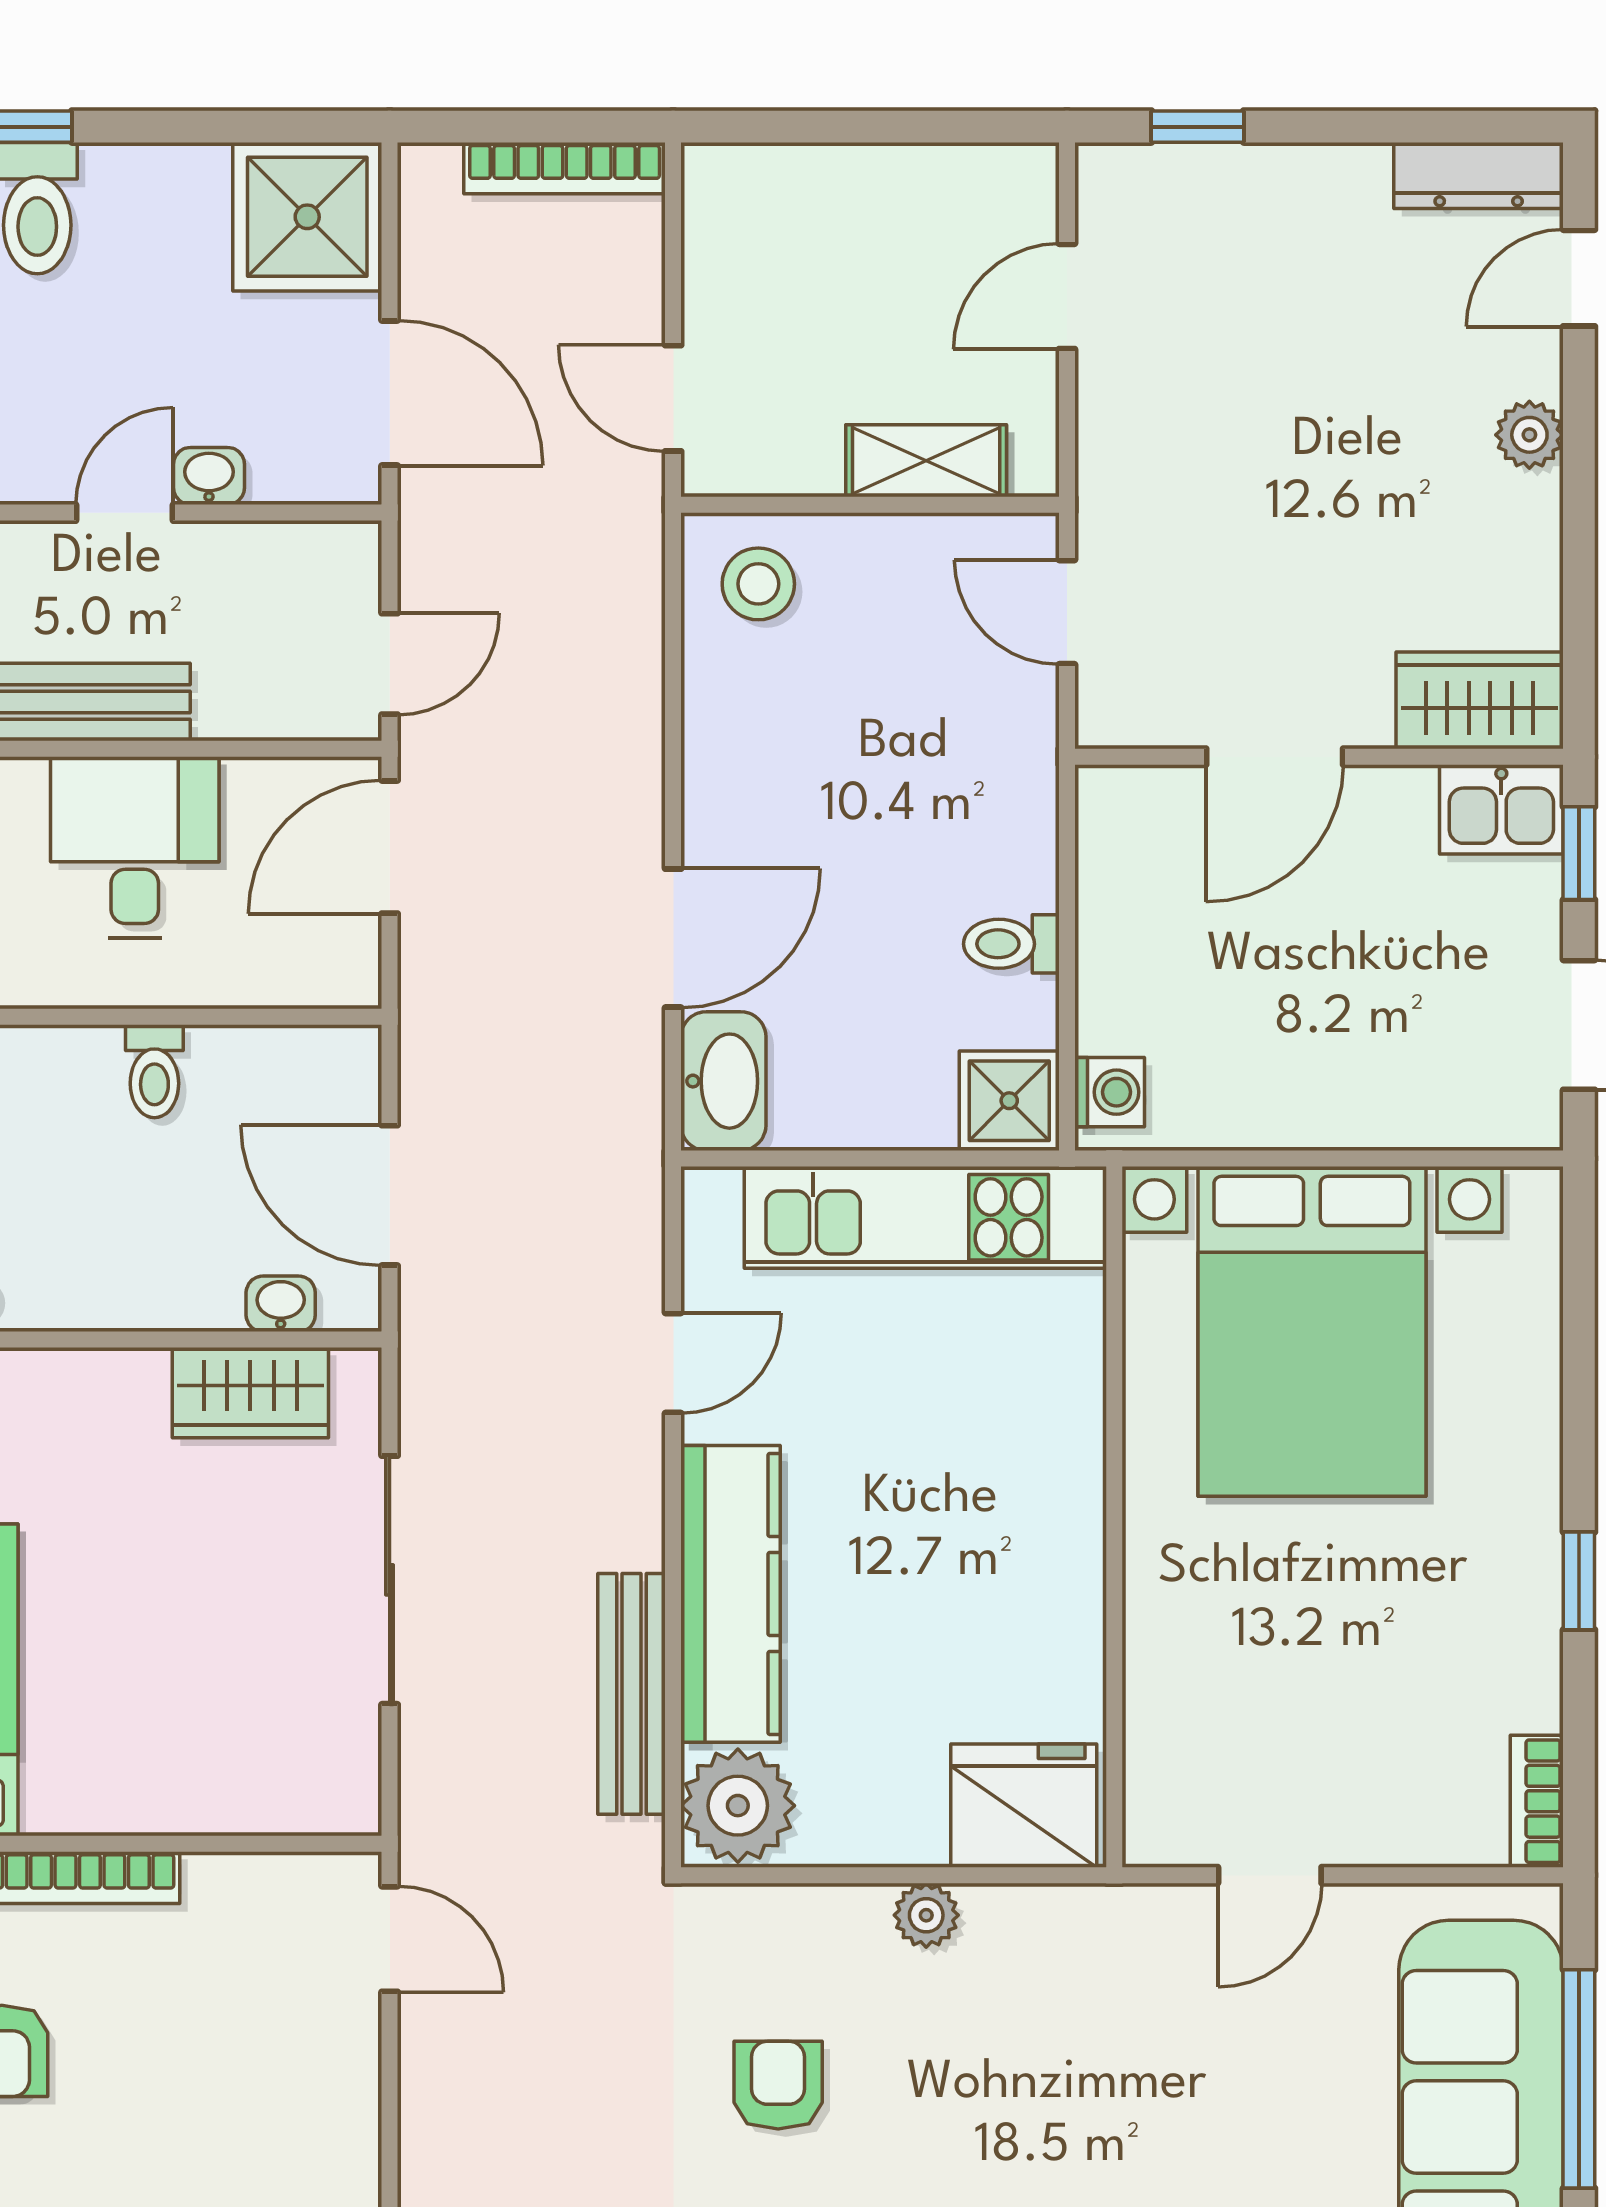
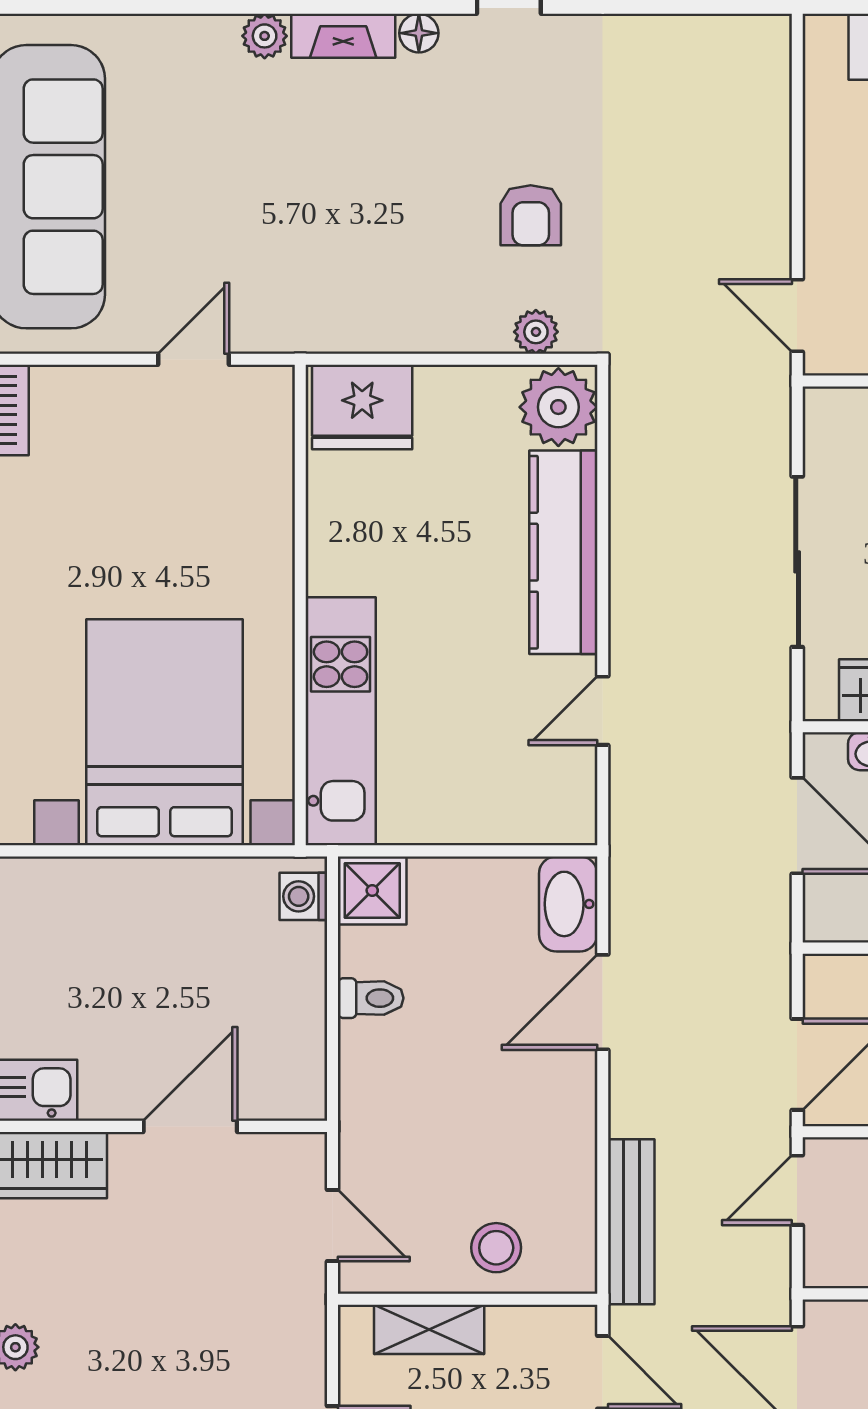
stool: (758, 584) -> (496, 1248), moved
kitchen unit: (925, 1217) -> (341, 721), moved, turned 90
bench: (632, 1694) -> (631, 1222), moved
plant: (926, 1915) -> (536, 332), moved

